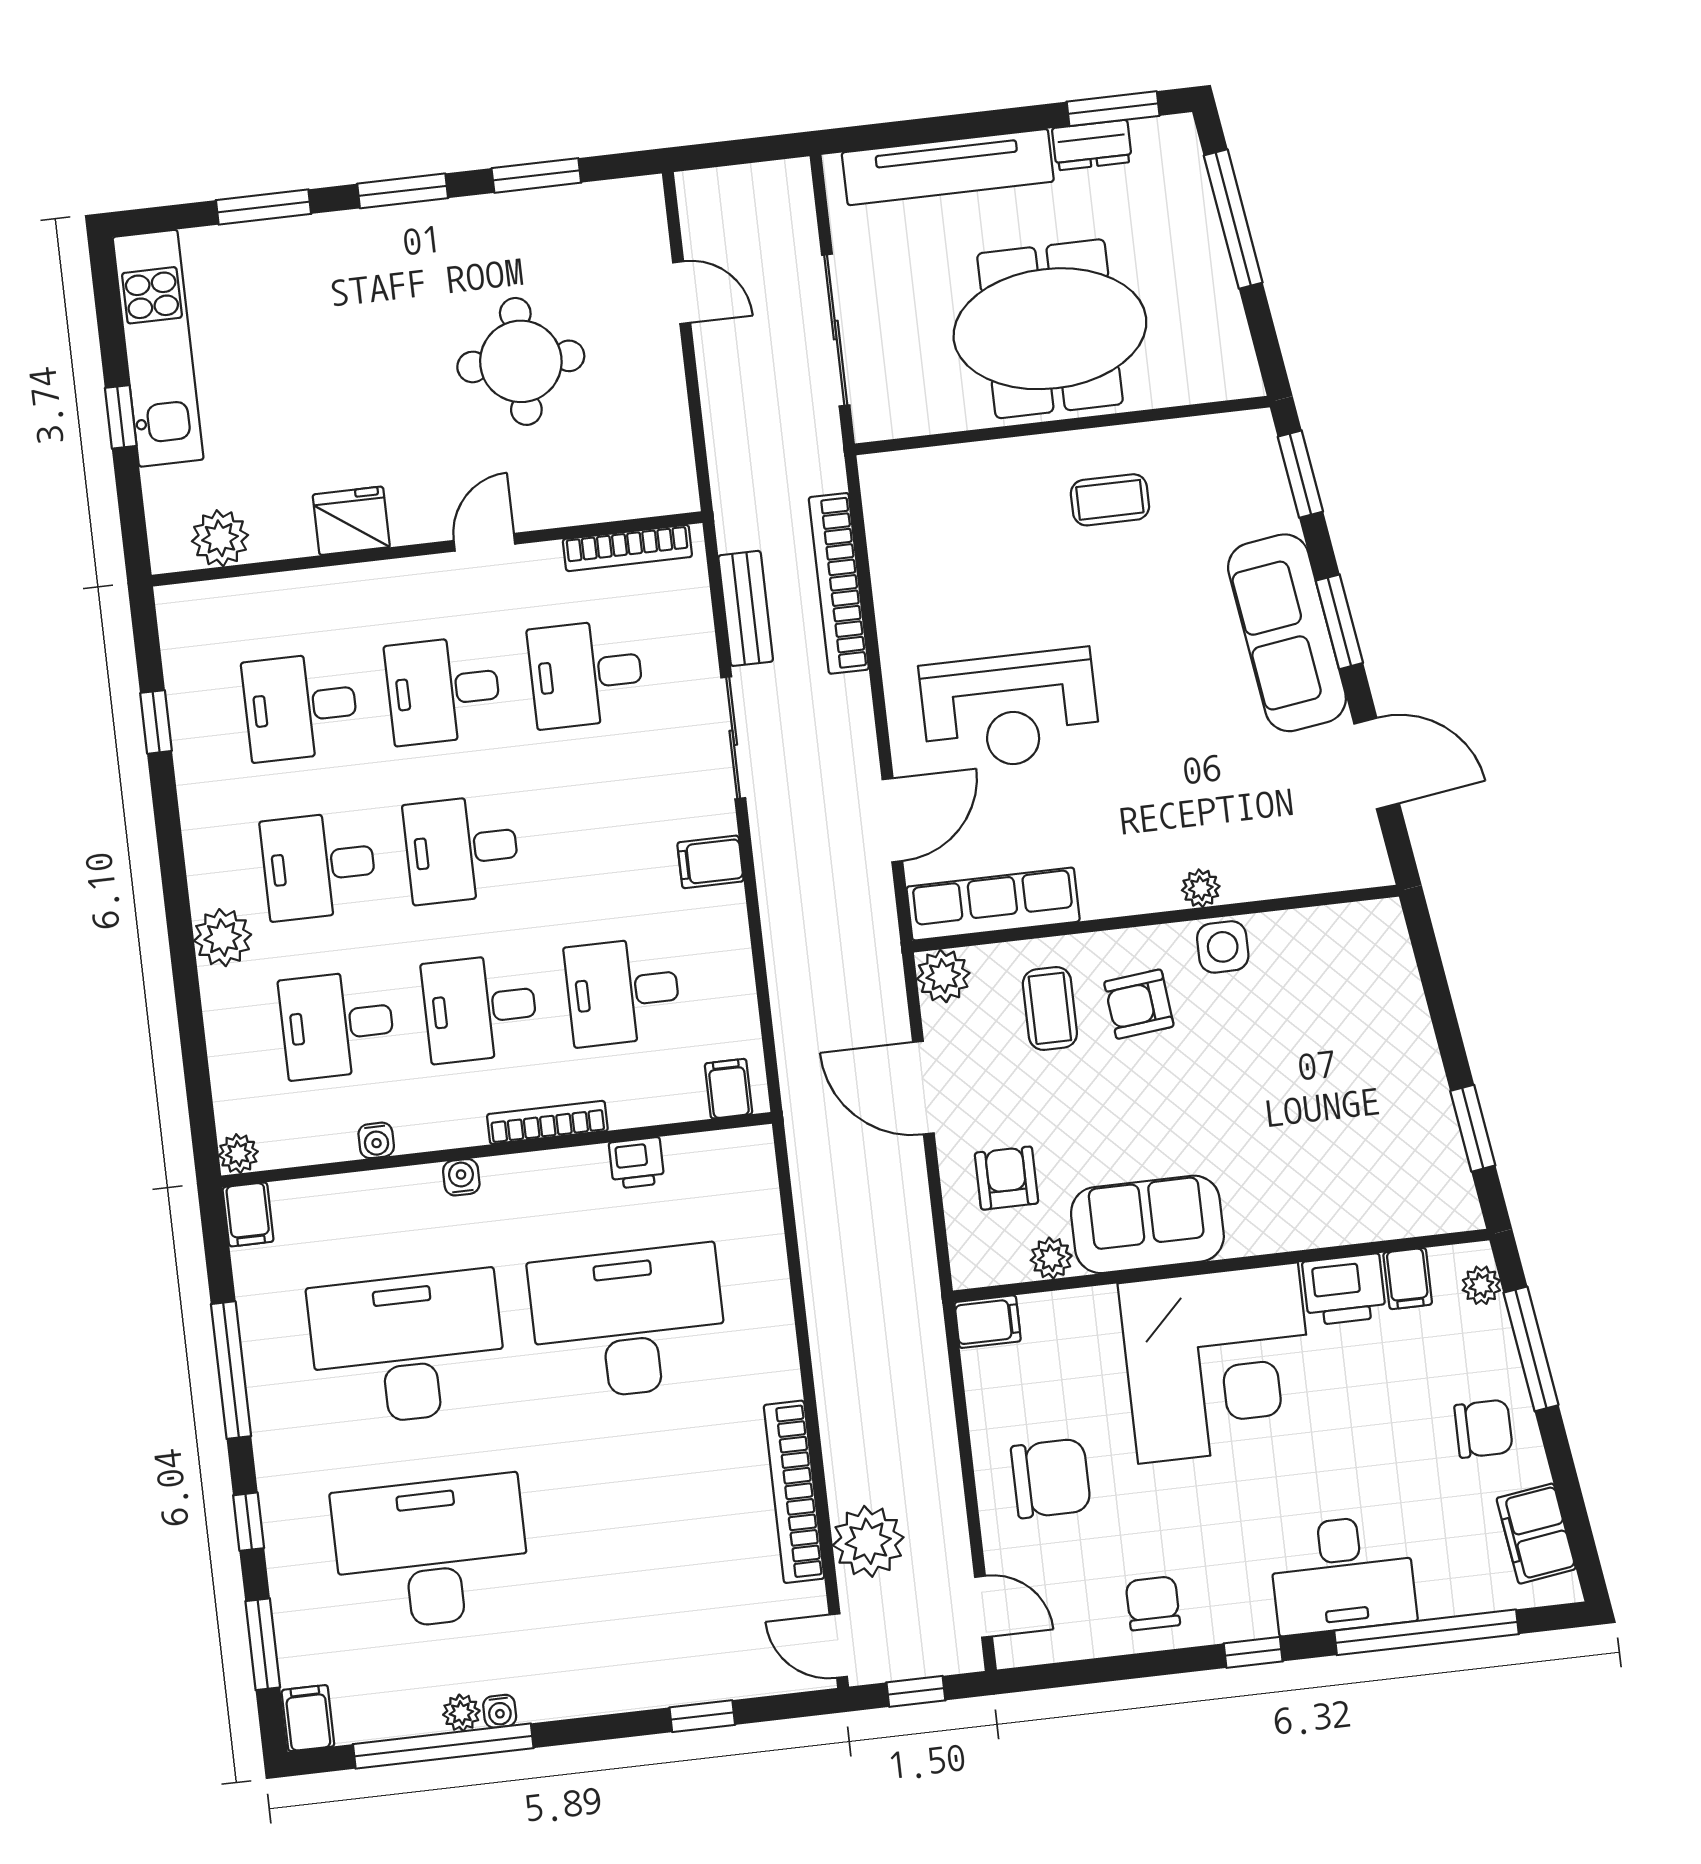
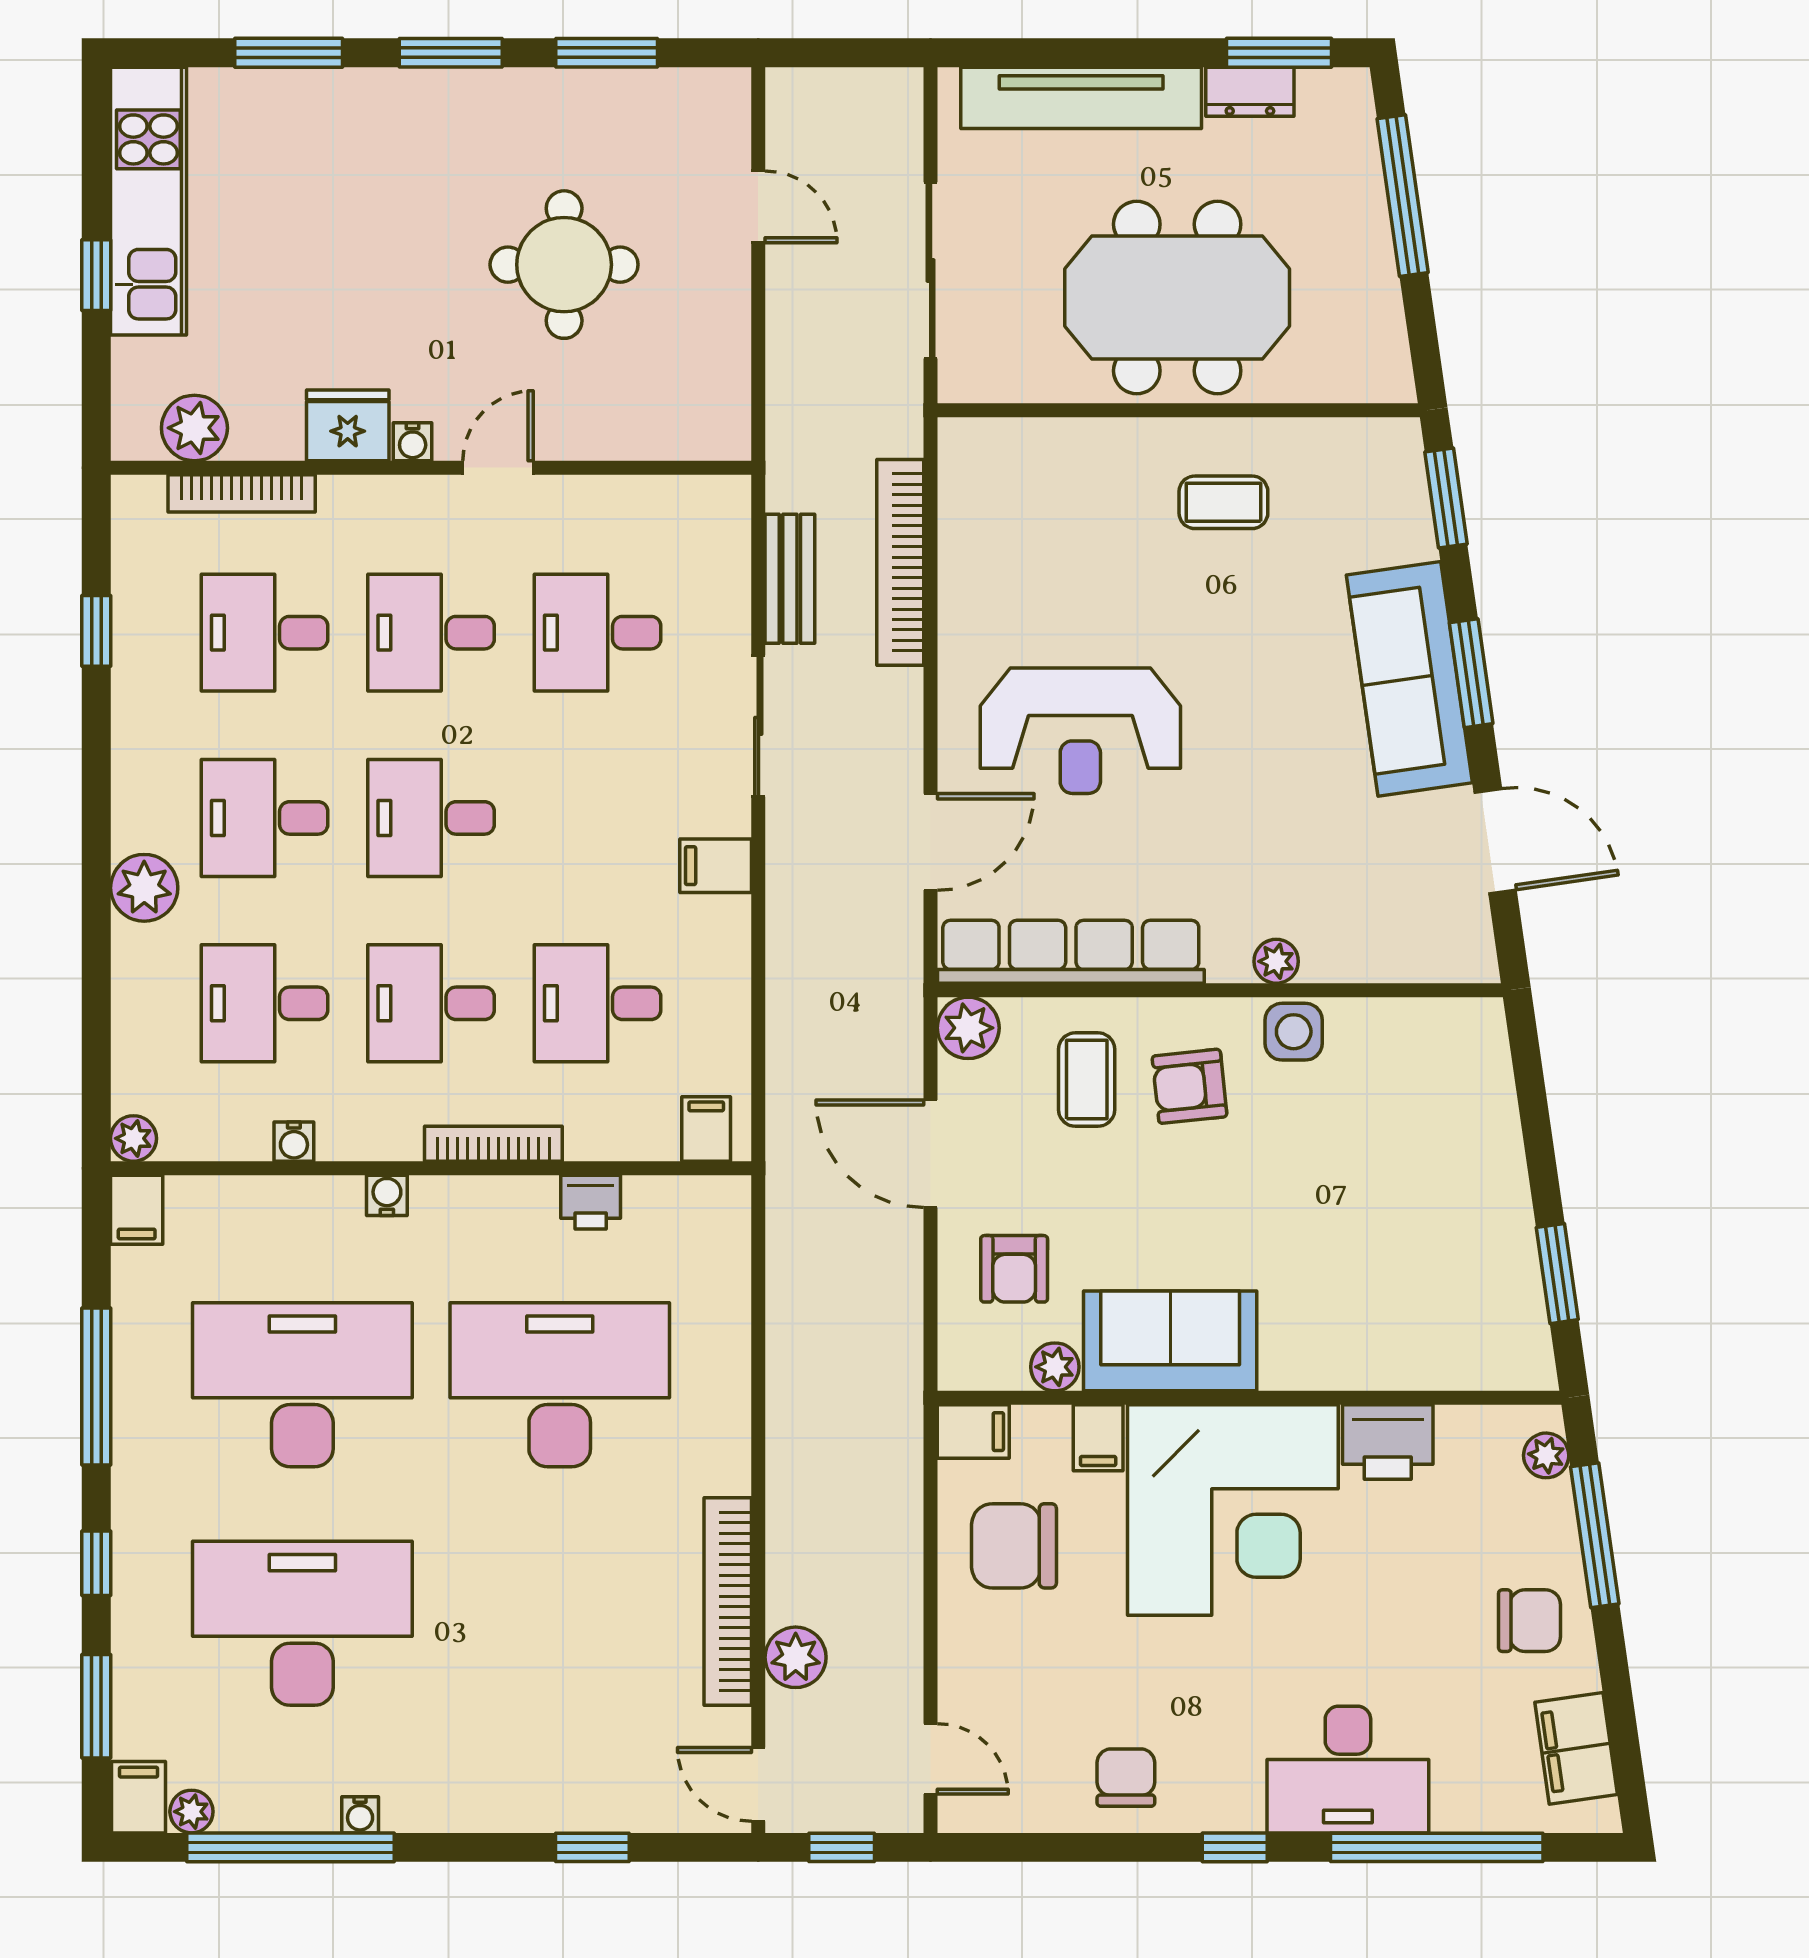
water cooler: (409, 528) -> (413, 442), added
bookcase: (627, 548) -> (242, 493), moved
row of seats: (993, 904) -> (1071, 952), width x1.36
armchair: (1007, 1178) -> (1014, 1269), turned 180
filing cabinet: (1408, 1279) -> (1098, 1438), moved
chair: (1051, 1478) -> (1014, 1546), moved, turned 180
plant: (868, 1541) -> (796, 1657), width x0.73, depth x0.73
plant: (461, 1713) -> (191, 1812), moved

